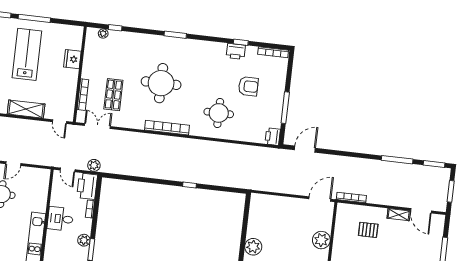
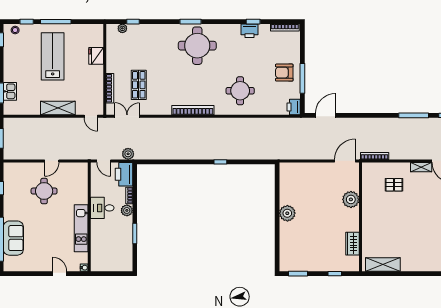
round table: (161, 83) -> (197, 46), moved
armchair: (248, 86) -> (284, 73), moved, turned 180
plant: (84, 240) -> (127, 210), moved

